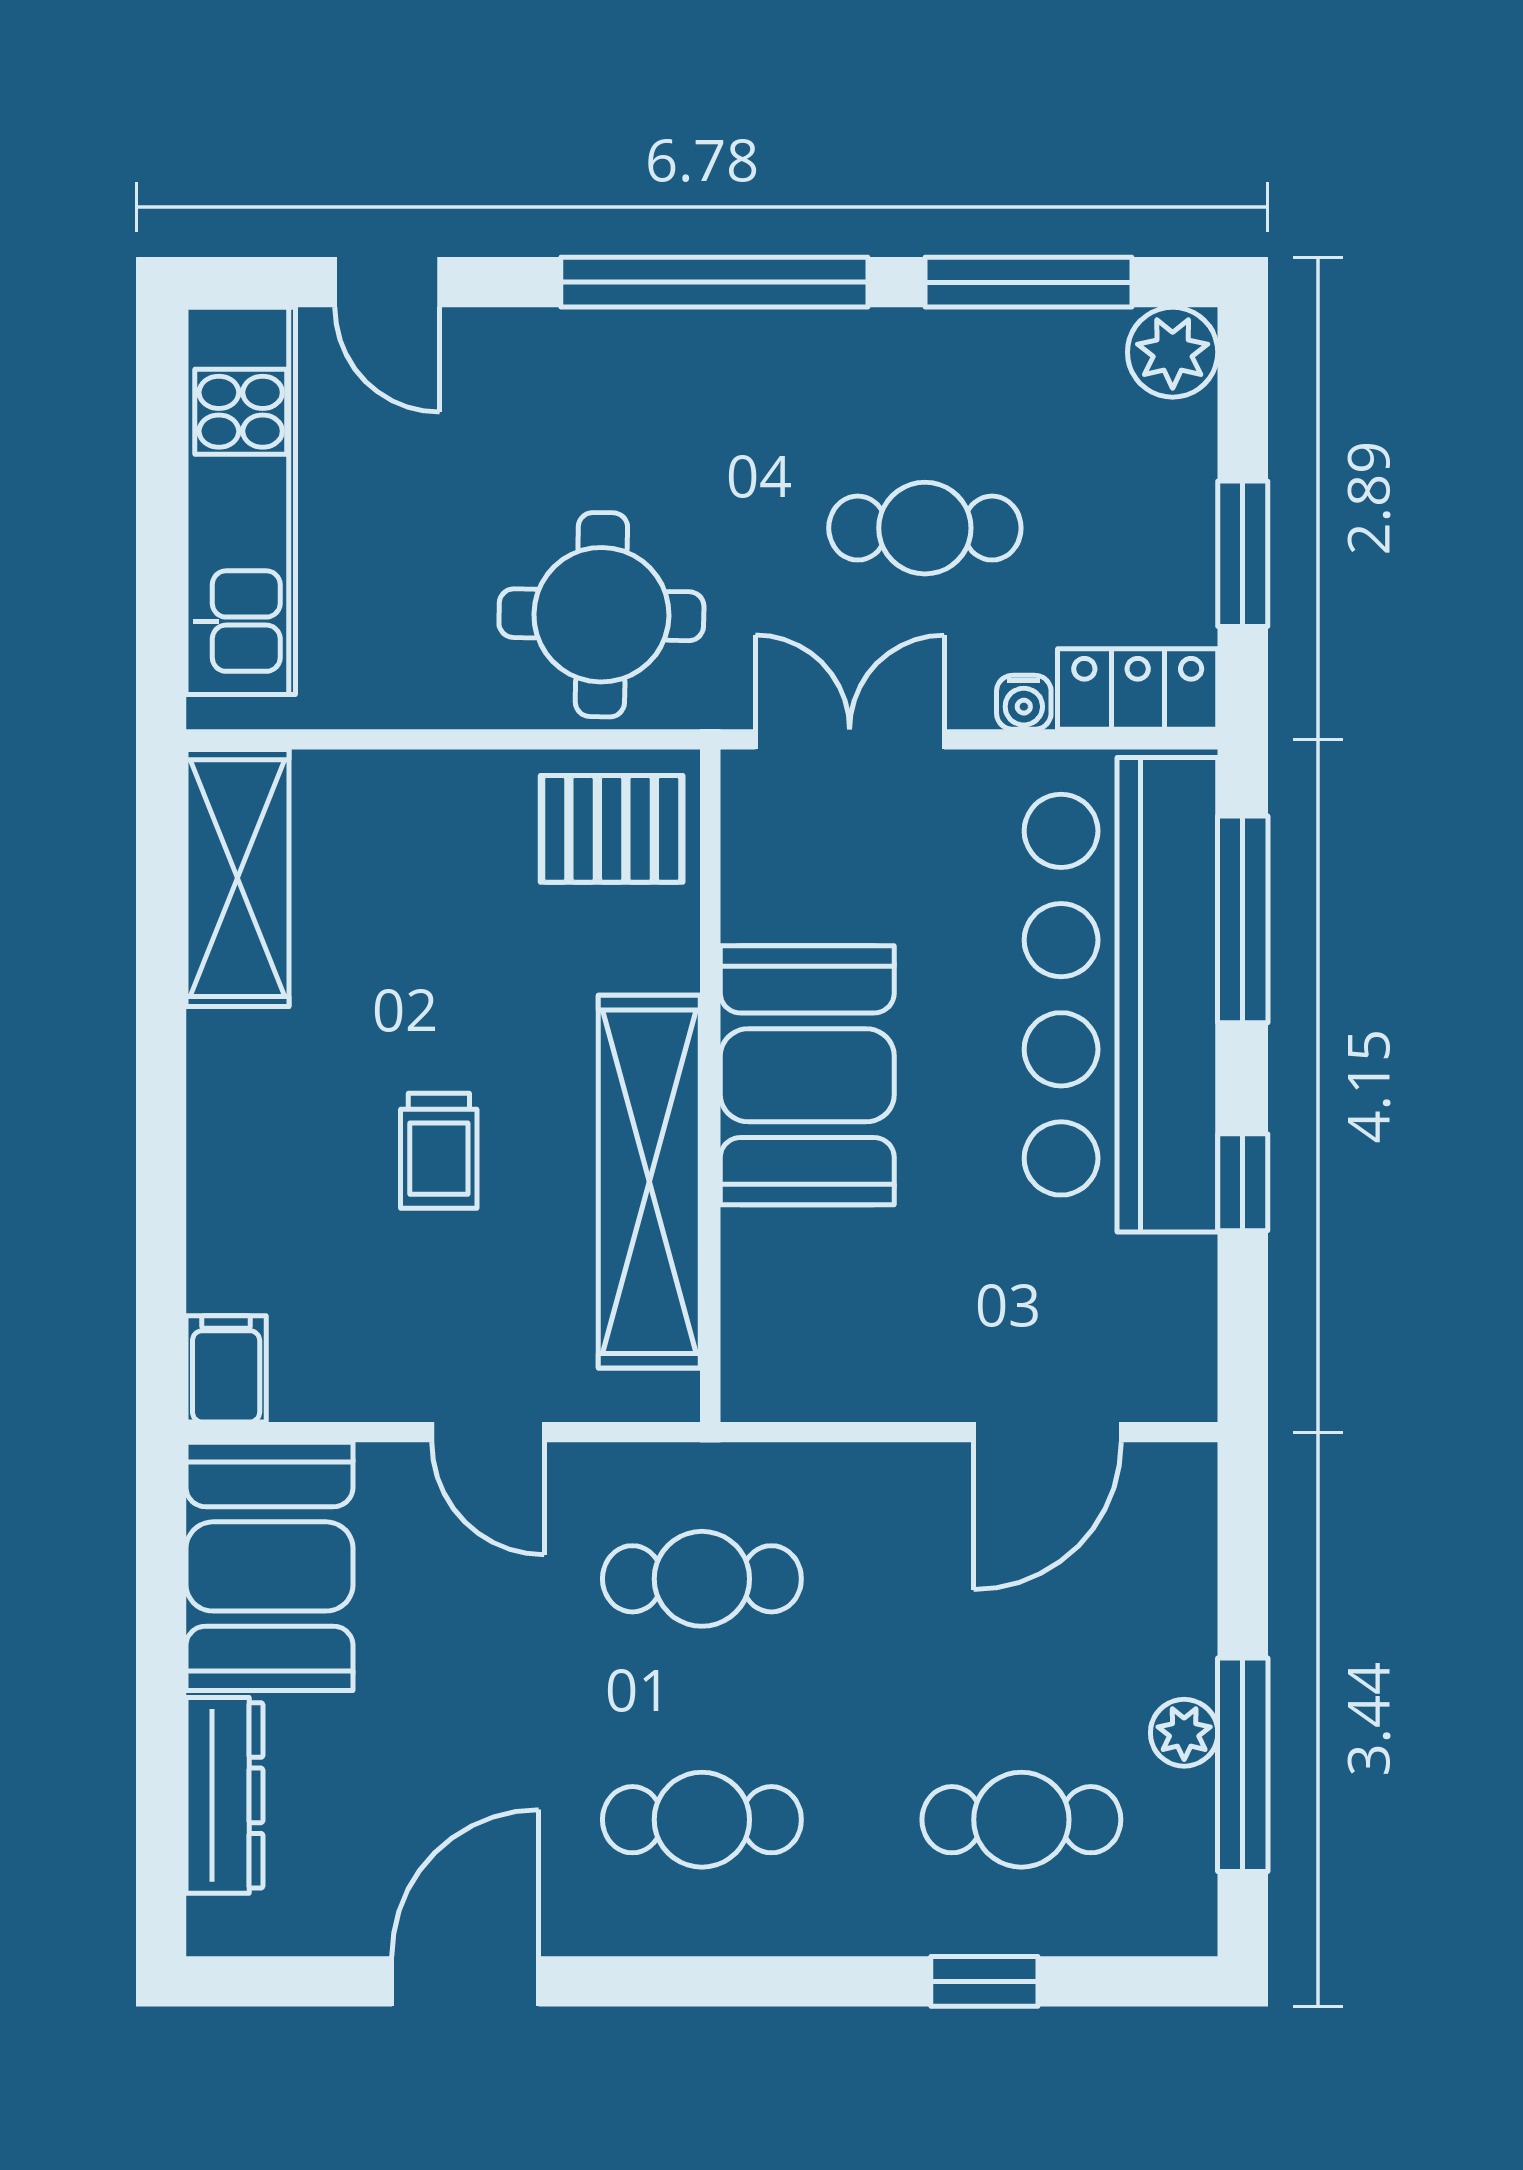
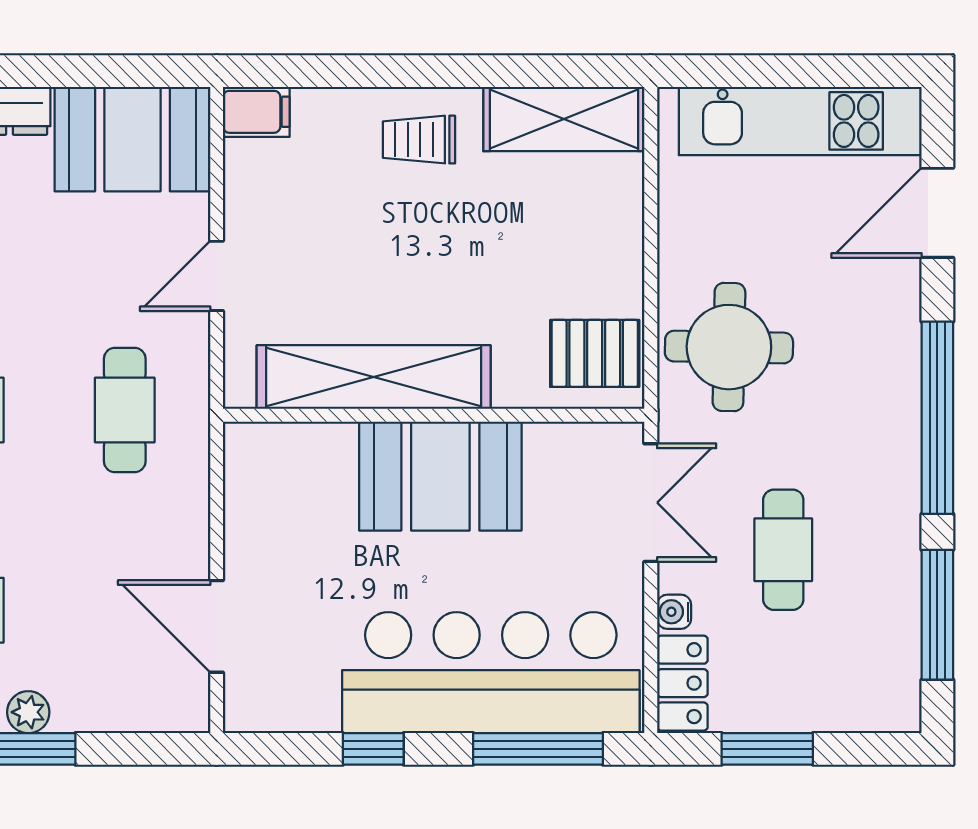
door: (387, 282) -> (937, 213), width x1.38
plant: (1173, 352) -> (893, 705), removed
pallet: (612, 829) -> (595, 353), turned 90
trolley: (439, 1151) -> (419, 140), moved

